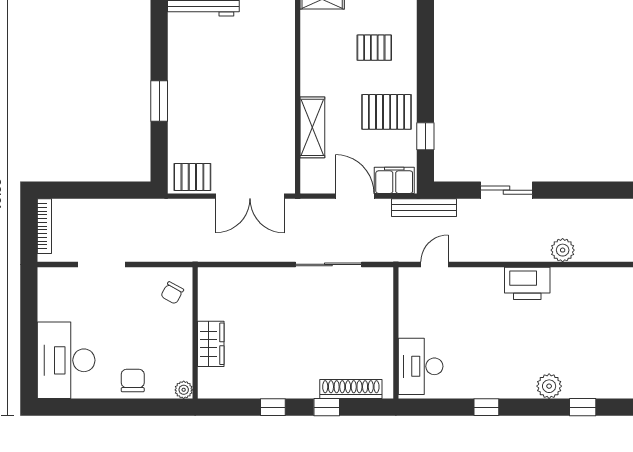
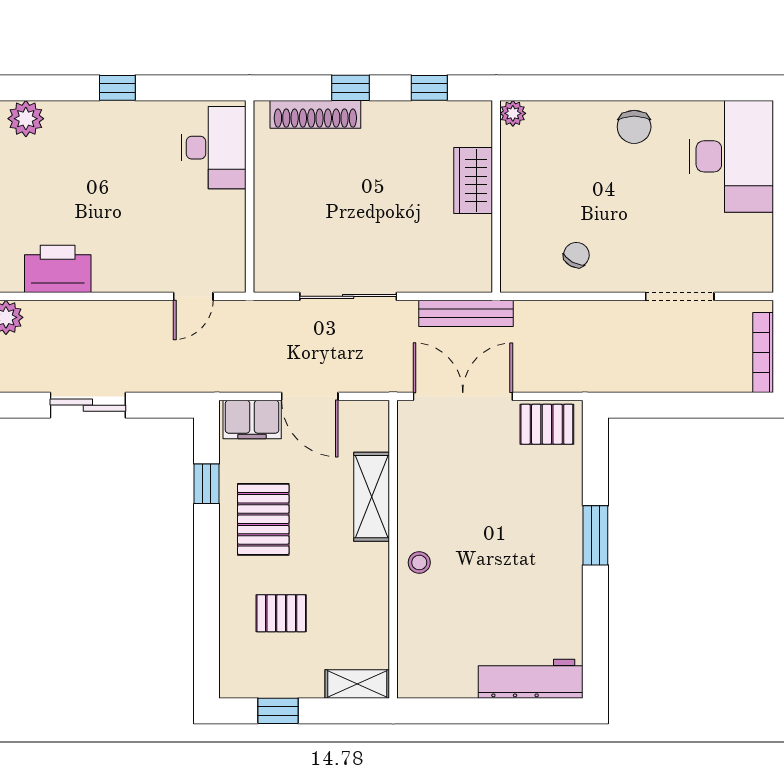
stool: (280, 82) -> (419, 562), added
pallet: (387, 112) -> (263, 519), turned 90
bench: (424, 208) -> (466, 313), moved
wall: (195, 333) -> (496, 197), moved
wardrobe: (211, 344) -> (473, 181), moved
plant: (184, 390) -> (513, 113), moved

